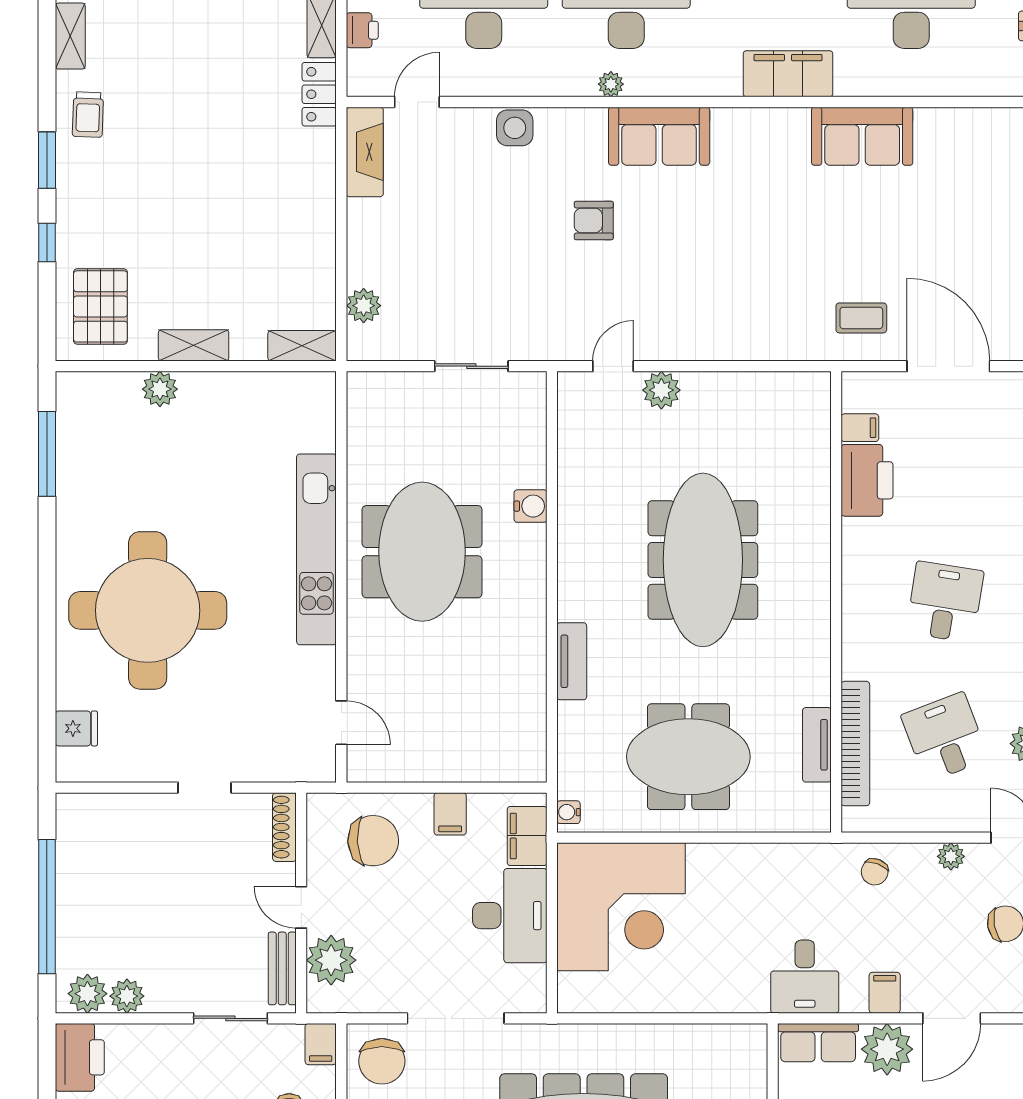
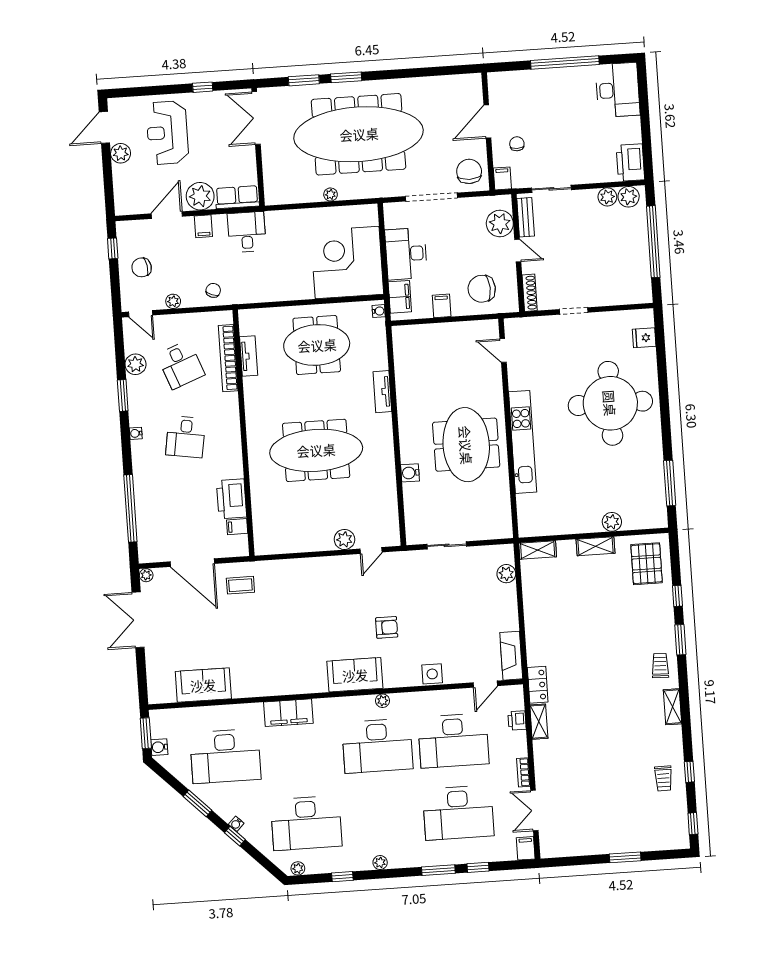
sofa: (862, 136) -> (203, 685), moved
meeting table: (703, 560) -> (316, 450), turned 90
plant: (643, 1036) -> (331, 194), added

